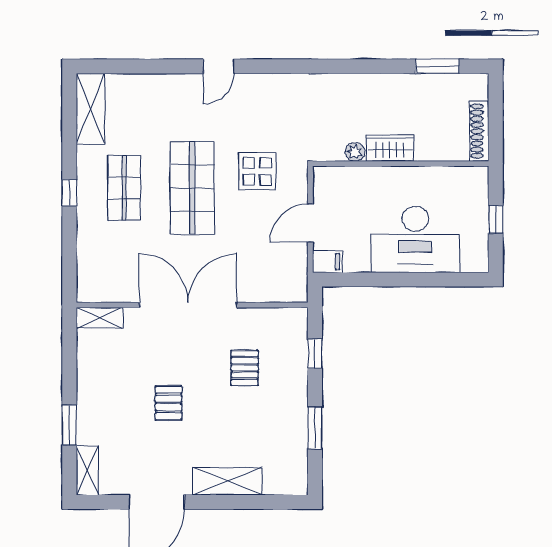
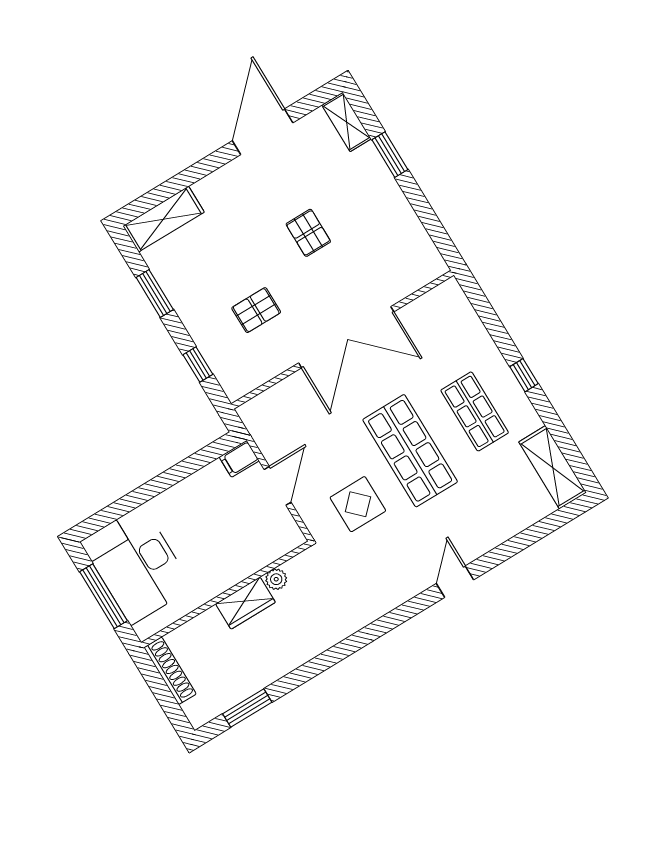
window: (496, 219) -> (104, 596), width x2.17
desk: (415, 239) -> (137, 565), moved, turned -90
shelving: (100, 318) -> (423, 274), removed
pallet: (245, 368) -> (256, 310), turned 90
shelving: (228, 481) -> (163, 219), moved

